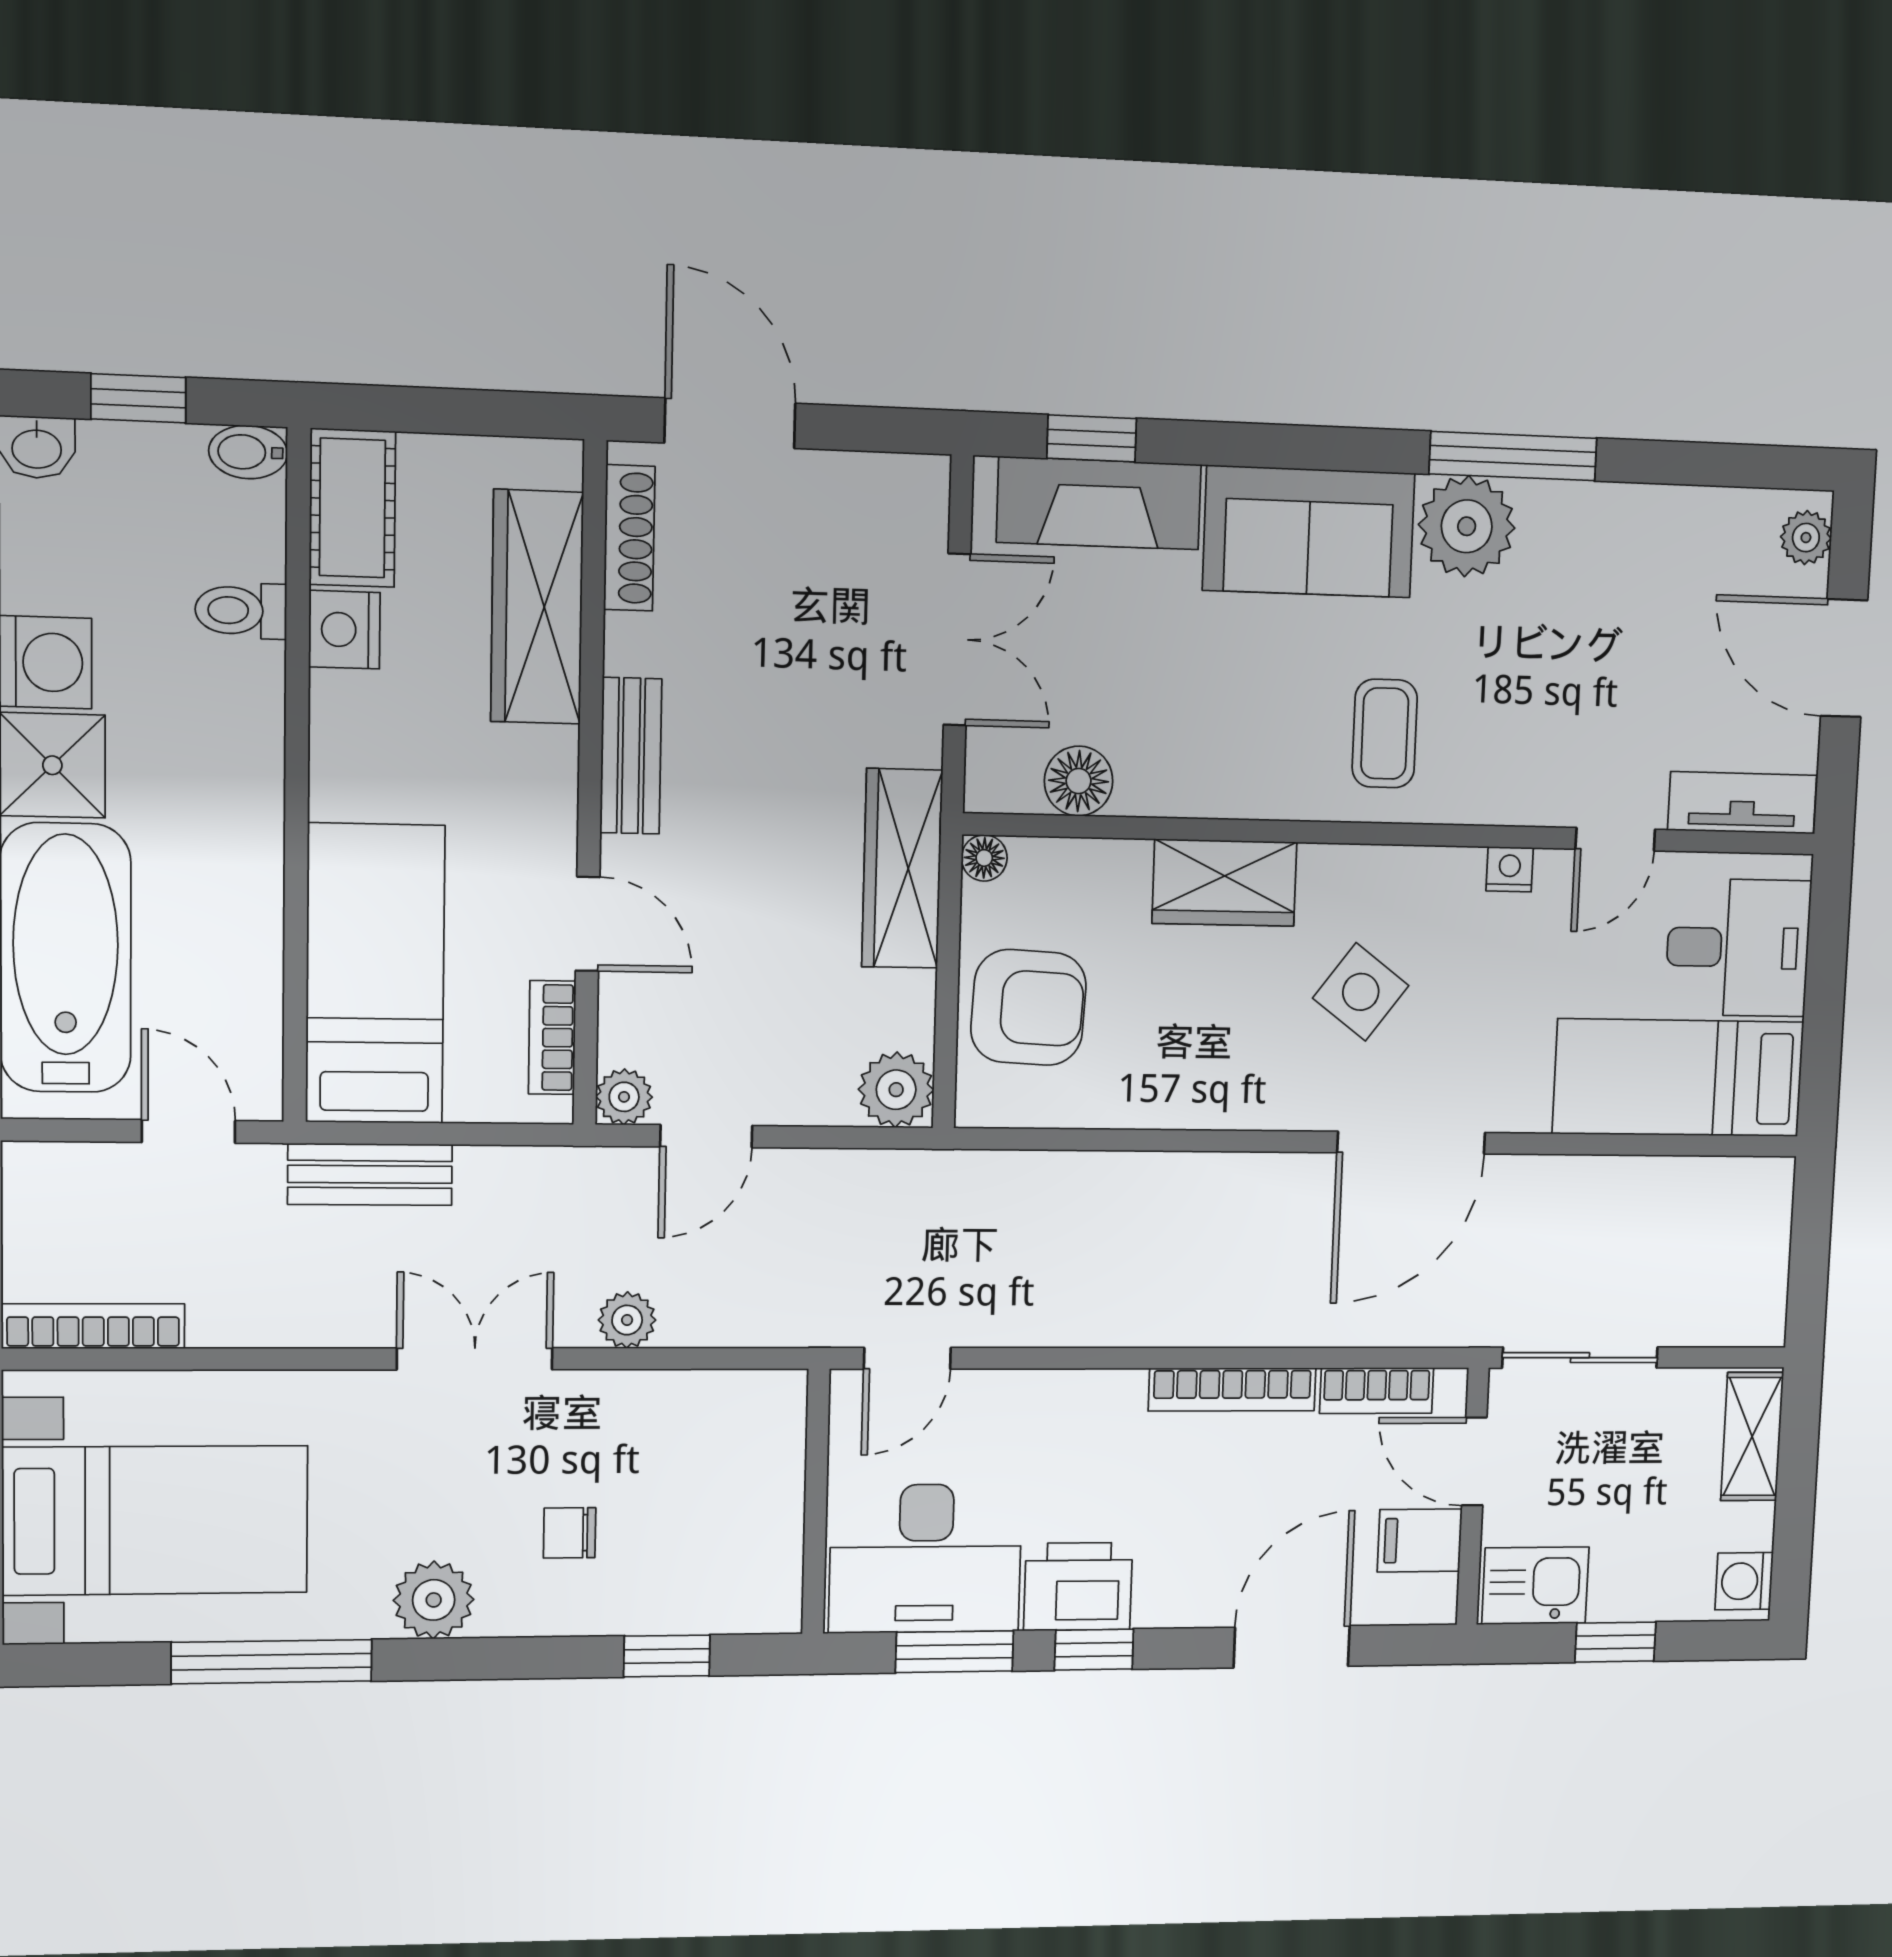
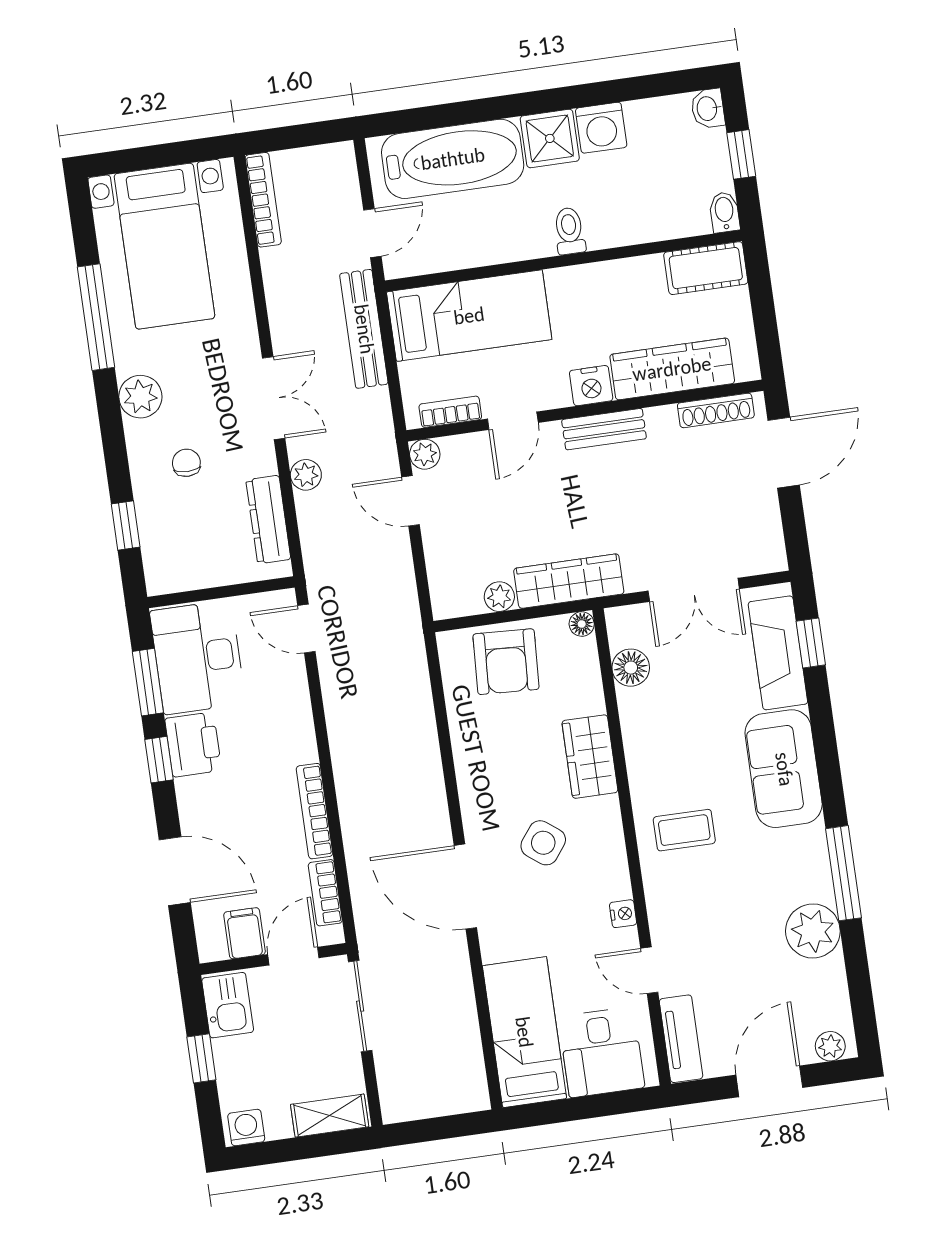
plant: (1467, 526) -> (813, 931), moved
toilet: (241, 611) -> (569, 231), moved
nightstand: (344, 630) -> (591, 386), moved, turned 180
plant: (896, 1090) -> (499, 597), moved, width x0.73, depth x0.73
bench: (370, 1174) -> (364, 329), width x1.36
dresser: (698, 1399) -> (268, 520), added

